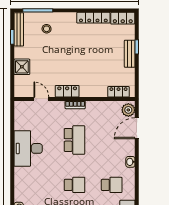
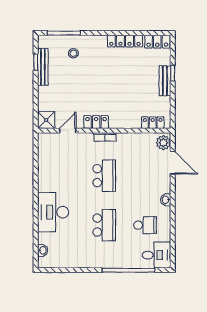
bench: (19, 29) -> (43, 67), moved
shower: (22, 67) -> (46, 120), moved
door: (41, 99) -> (68, 131), hinge flipped
door: (137, 128) -> (173, 163), swing flipped
desk: (28, 148) -> (53, 212), moved
school desk: (74, 185) -> (104, 225), width x1.85

